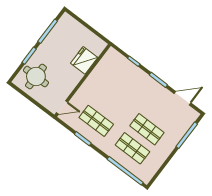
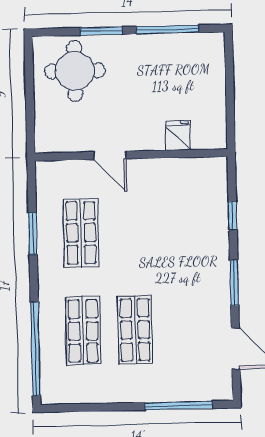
fridge: (84, 60) -> (178, 135), width x0.53, depth x0.75
door: (62, 107) -> (110, 155), moved

